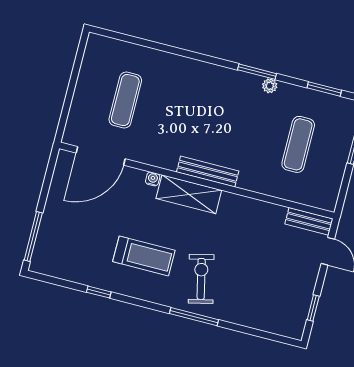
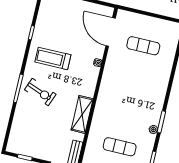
bench: (208, 172) -> (103, 94), removed
shelving: (189, 194) -> (82, 114), moved
treadmill: (144, 256) -> (53, 58), turned 90
exercise bike: (201, 279) -> (40, 92), turned 34

